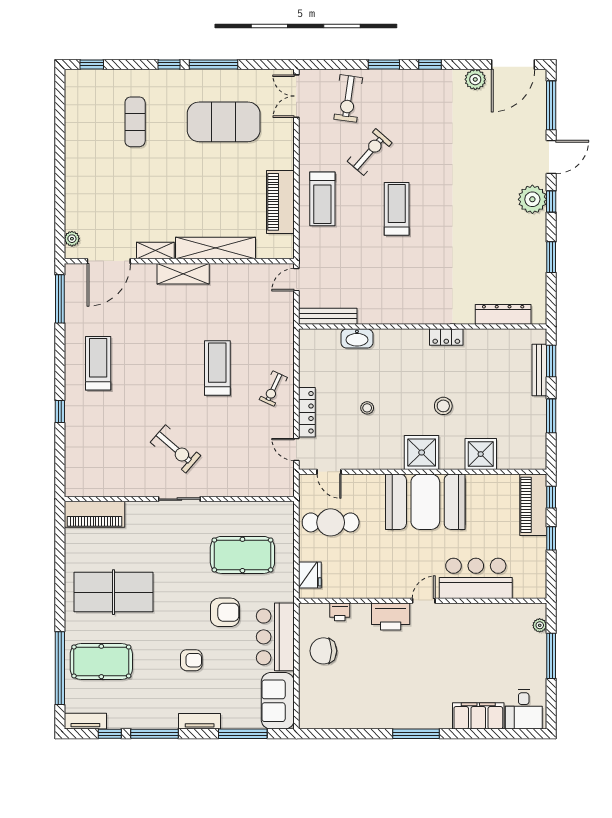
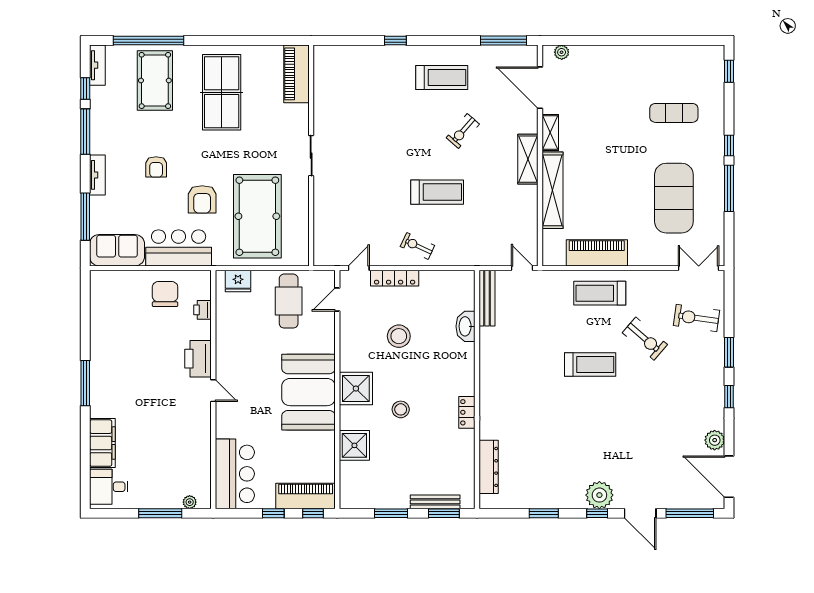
stool: (367, 408) -> (399, 336), width x1.89, depth x1.89
exercise bike: (176, 449) -> (463, 131), moved, width x0.73, depth x0.72
pool table: (242, 555) -> (257, 216), width x1.36, depth x1.32
bar counter: (476, 578) -> (235, 474), moved

